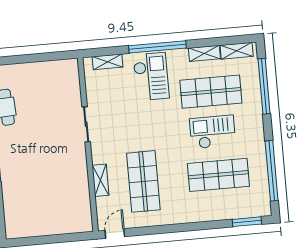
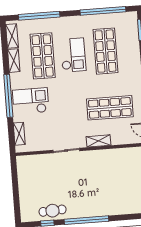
checkout: (213, 132) -> (73, 55), turned 180
shelving: (100, 180) -> (98, 141), moved

